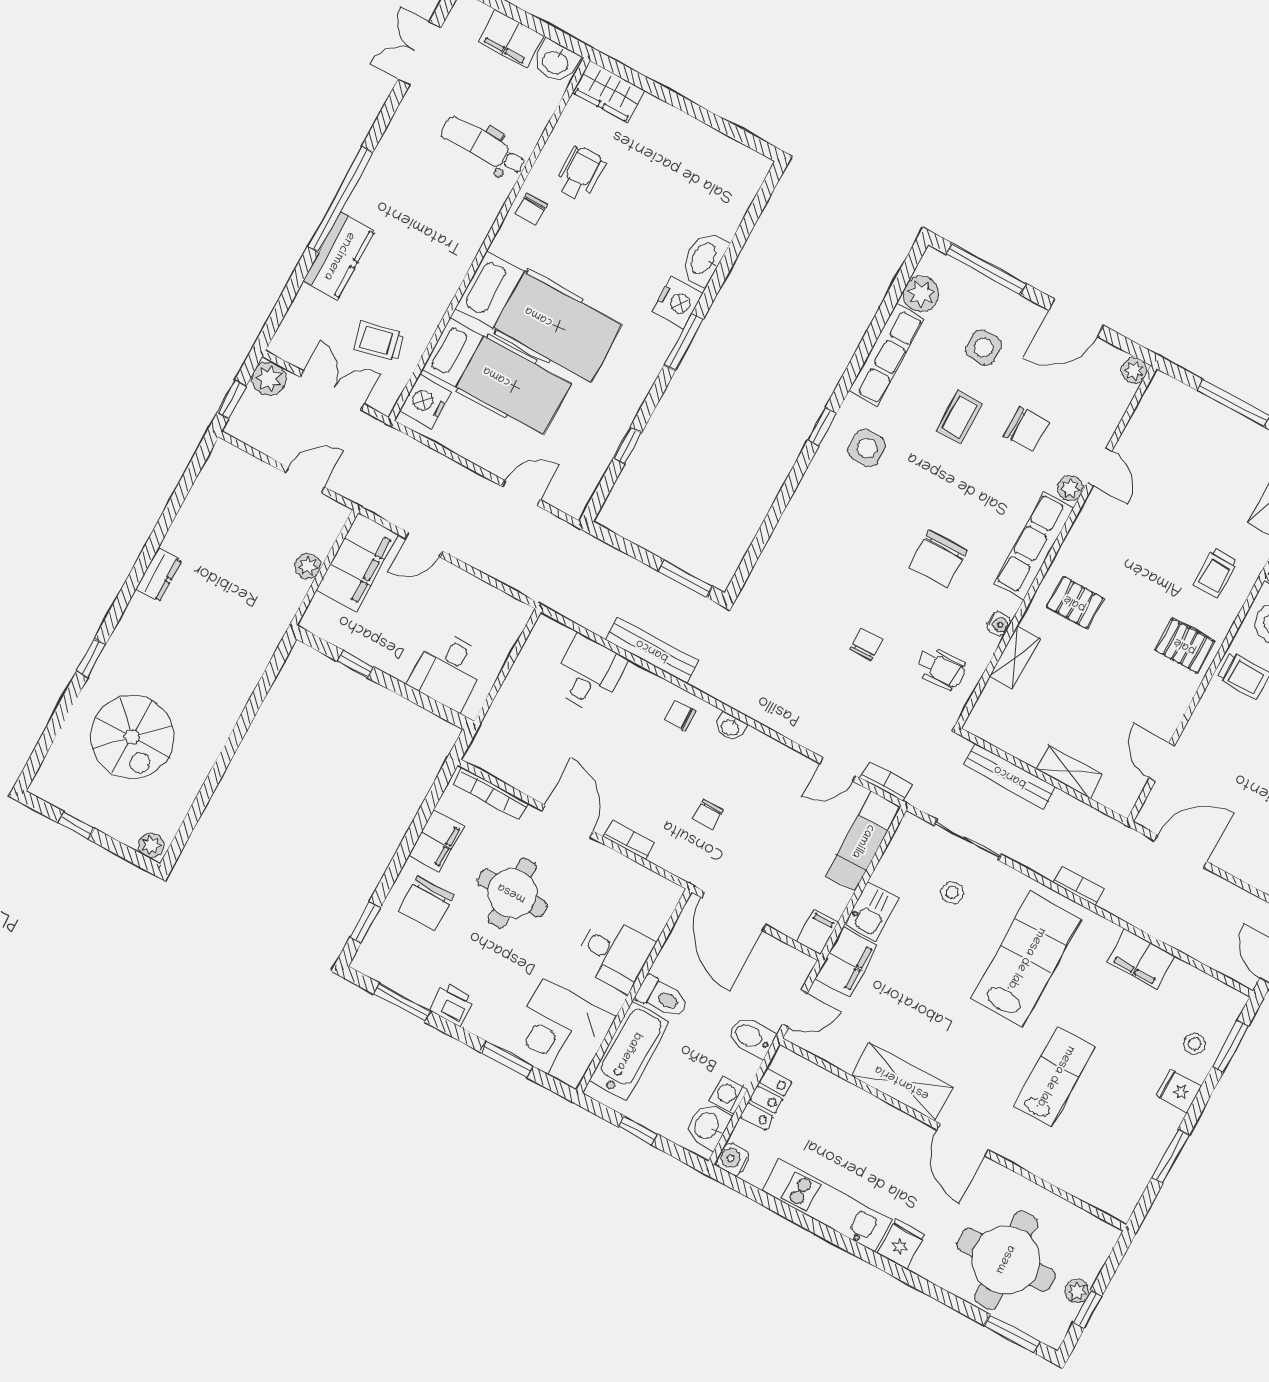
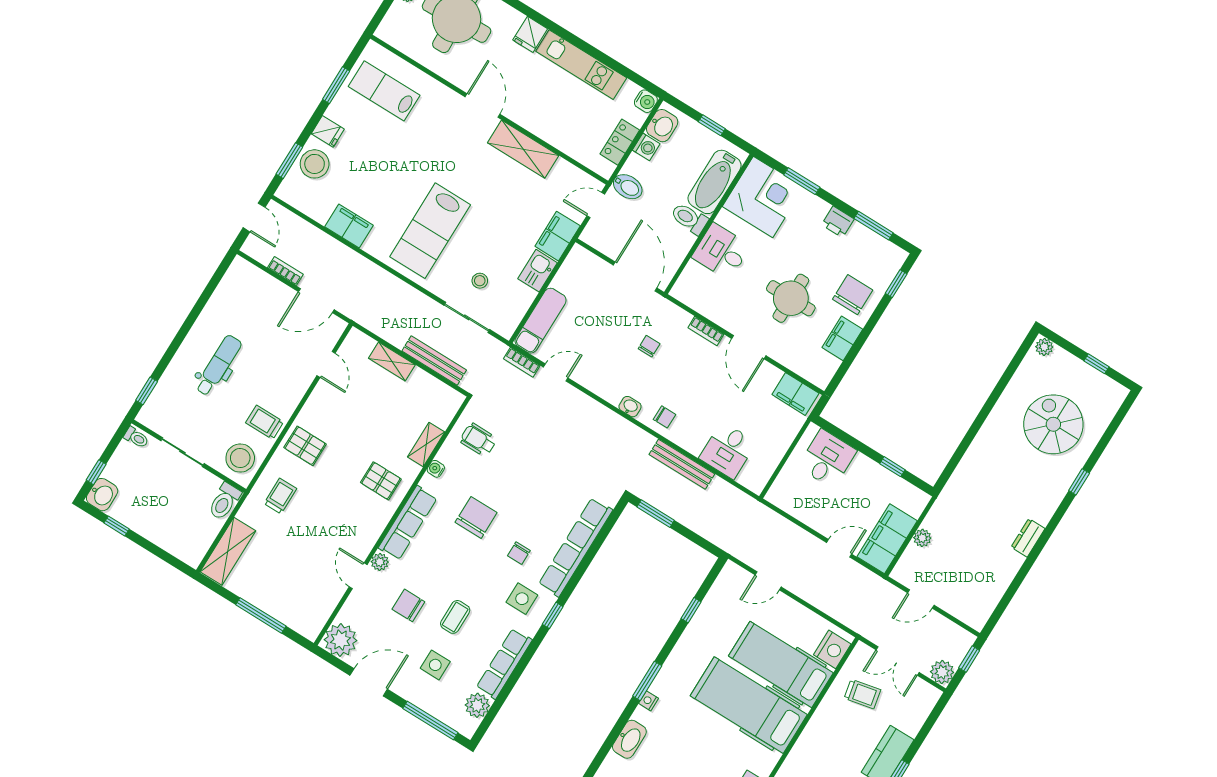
nightstand: (678, 302) -> (648, 701), width x0.53, depth x0.56
plant: (1134, 370) -> (340, 640), width x1.88, depth x1.88
row of seats: (795, 525) -> (576, 547), added
chair: (866, 644) -> (519, 553), moved
bookcase: (491, 794) -> (802, 370), removed
bookcase: (1079, 886) -> (285, 271), moved, turned 180
filing cabinet: (817, 932) -> (795, 394), moved, width x2.00
stool: (1194, 1044) -> (315, 164), width x1.89, depth x1.89
lab bench: (1055, 1077) -> (384, 91), moved, turned 90

